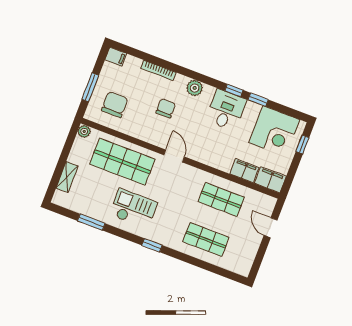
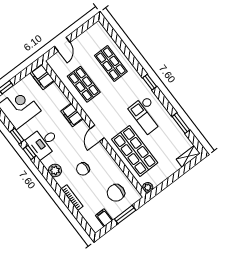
filing cabinet: (116, 57) -> (104, 218), moved
filing cabinet: (244, 171) -> (72, 115), moved
shelving: (67, 177) -> (188, 156), moved

